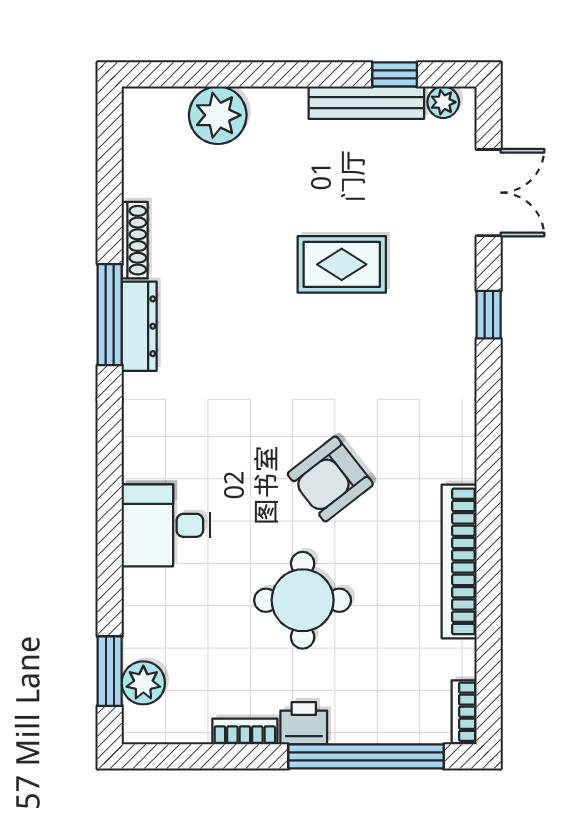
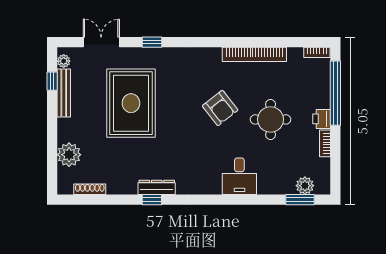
shoe rack: (135, 240) -> (90, 189), moved
rug: (342, 264) -> (131, 103), width x1.86, depth x2.06
window: (110, 315) -> (152, 200), width x0.46

